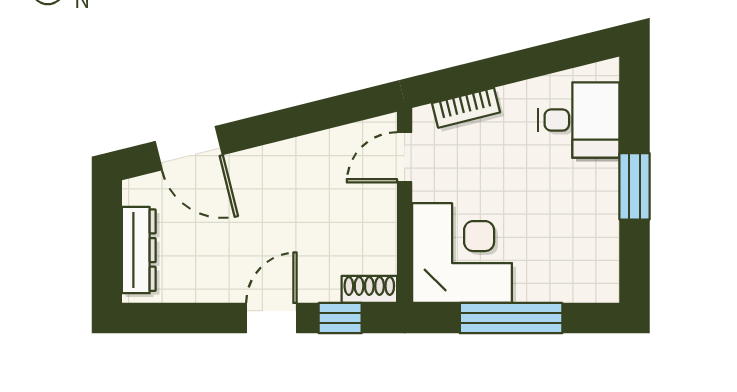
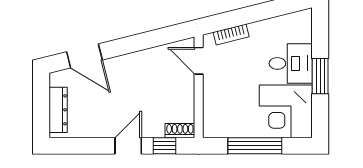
desk: (579, 120) -> (291, 63), moved
door: (405, 157) -> (199, 61), hinge flipped
corner desk: (462, 253) -> (286, 111), moved, turned 180

